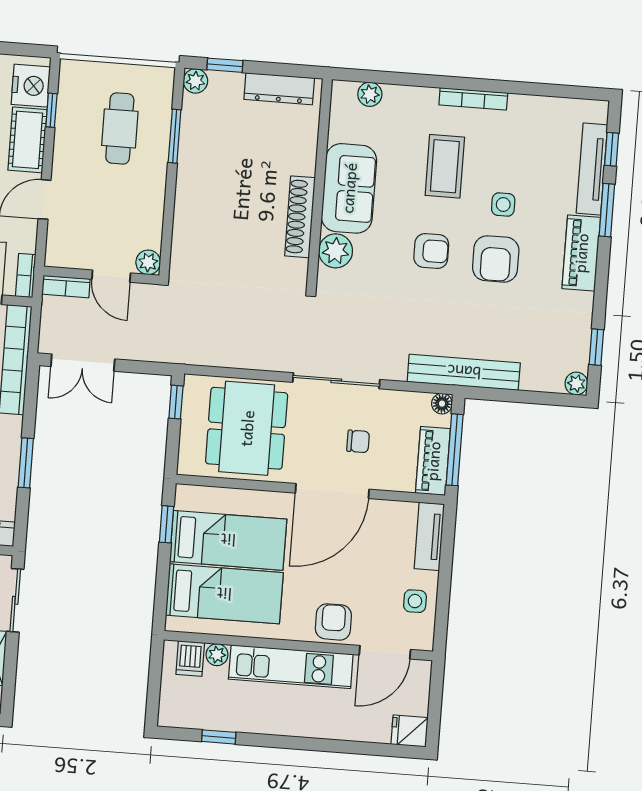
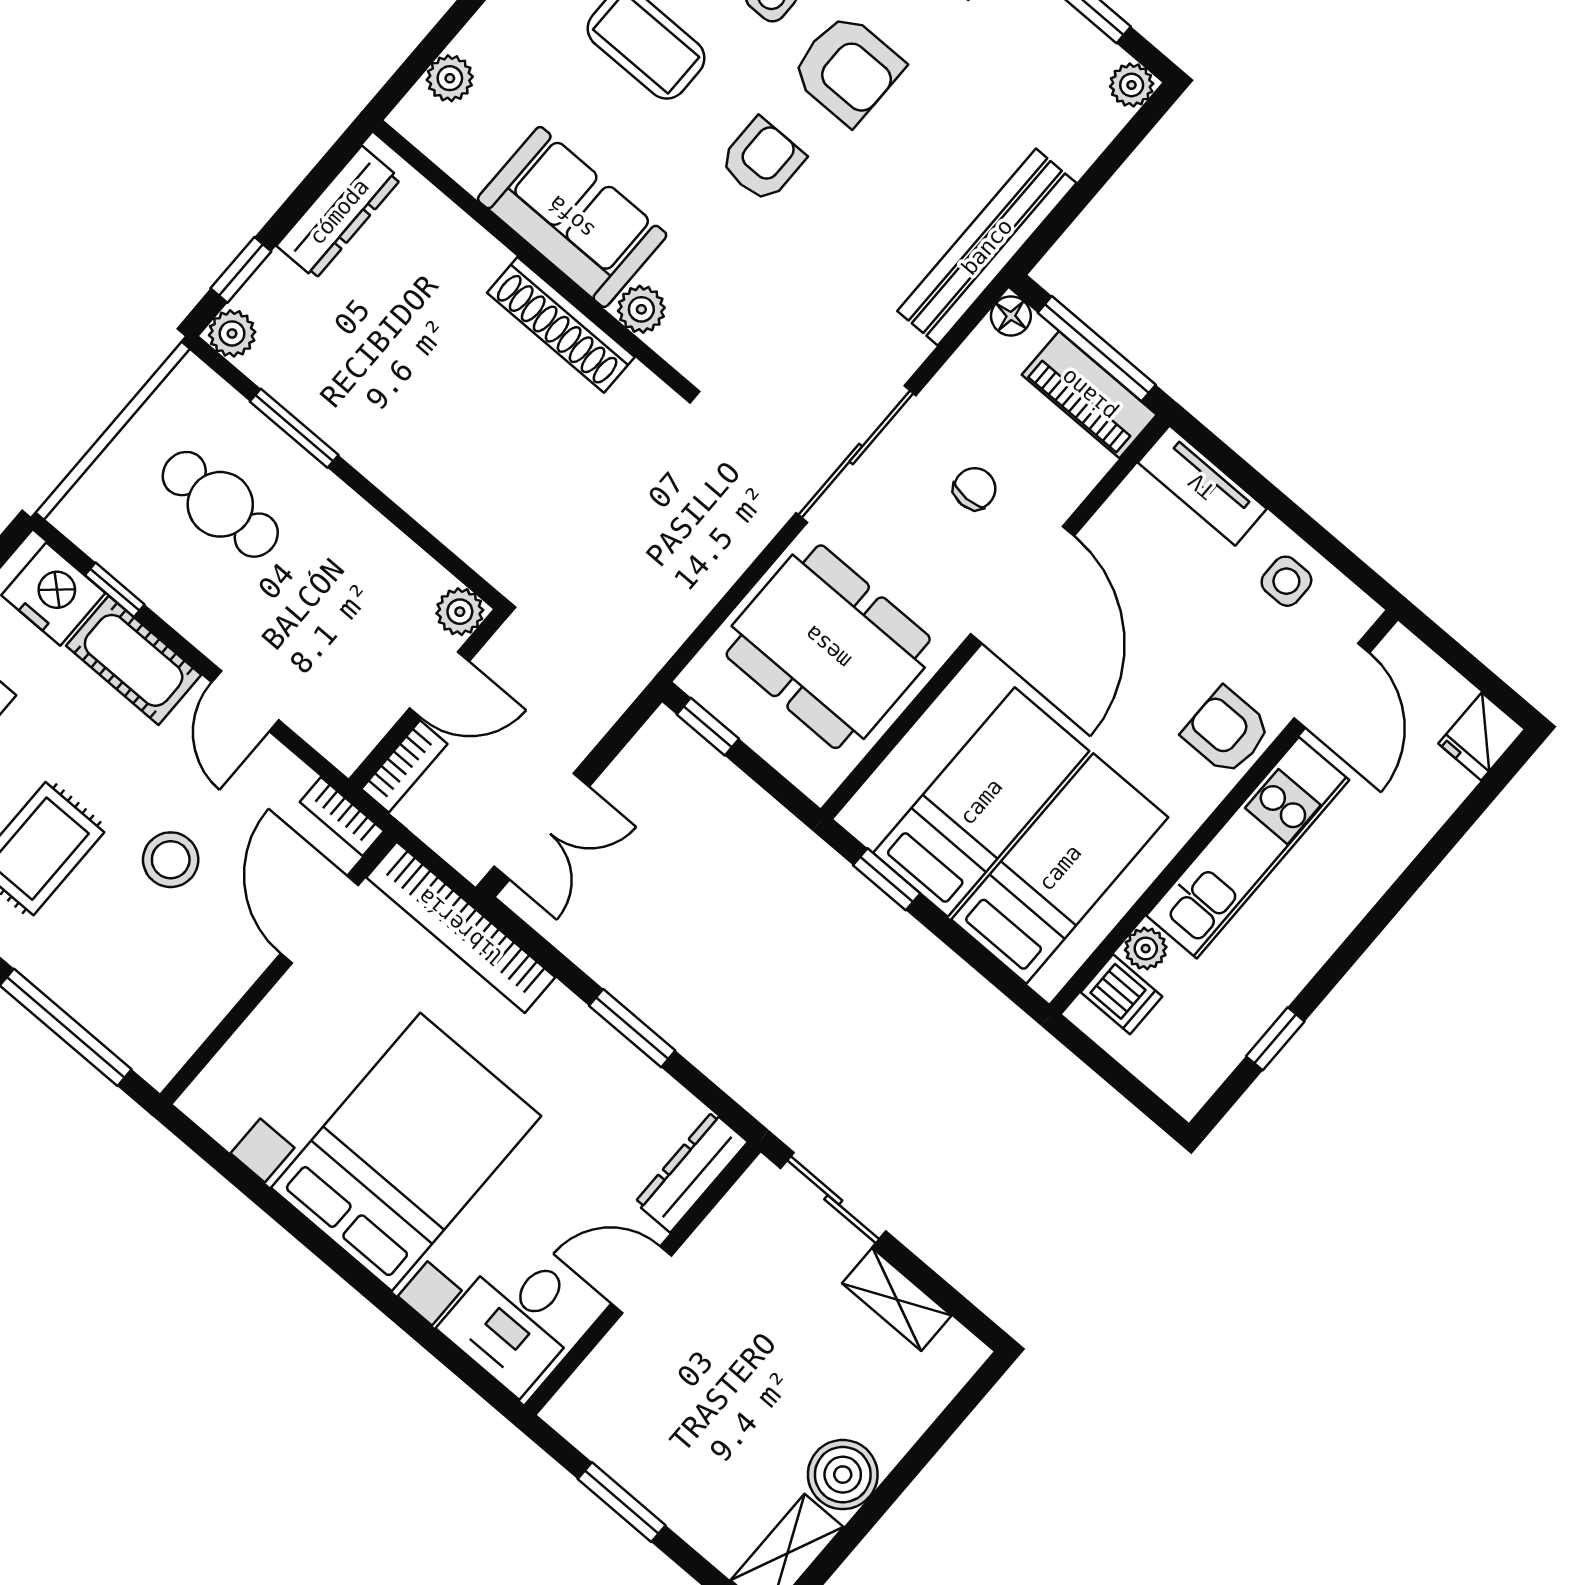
plant: (336, 251) -> (641, 309), width x0.73, depth x0.73

